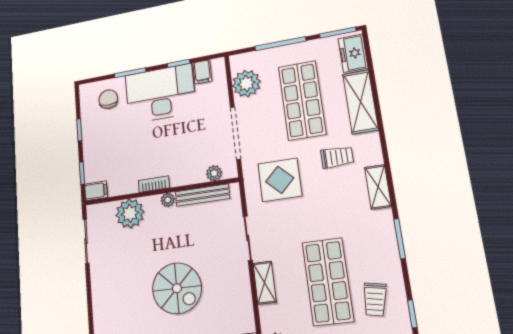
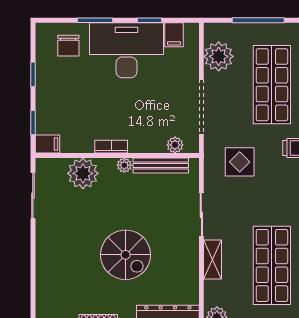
chair: (108, 99) -> (68, 46), turned 180
display table: (280, 180) -> (240, 162), width x0.73, depth x0.73

